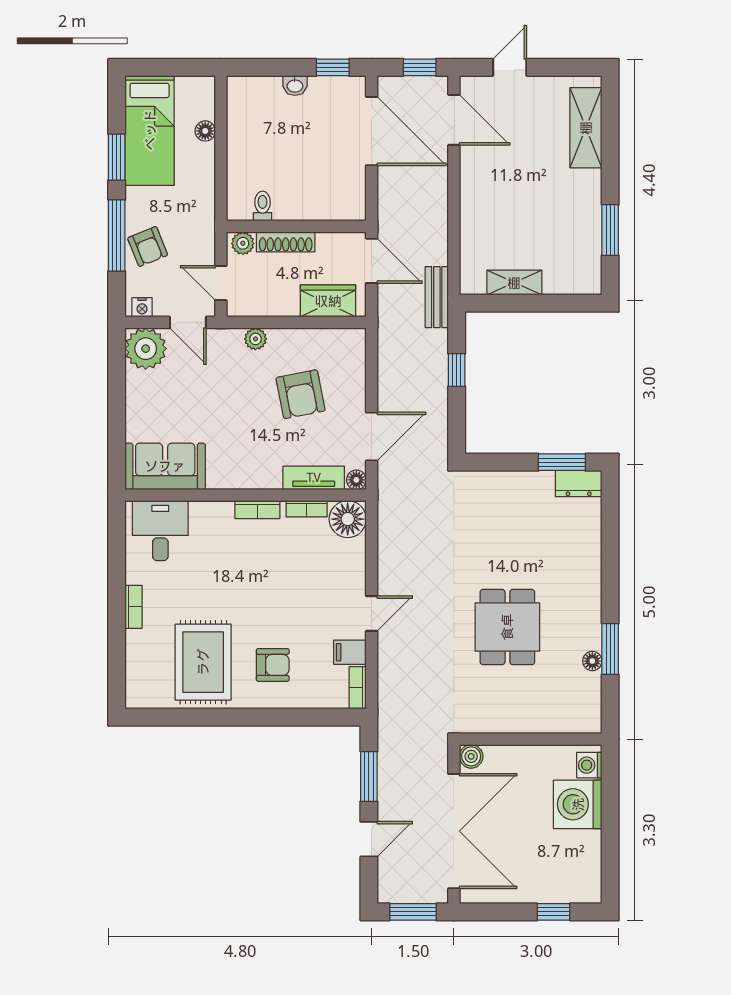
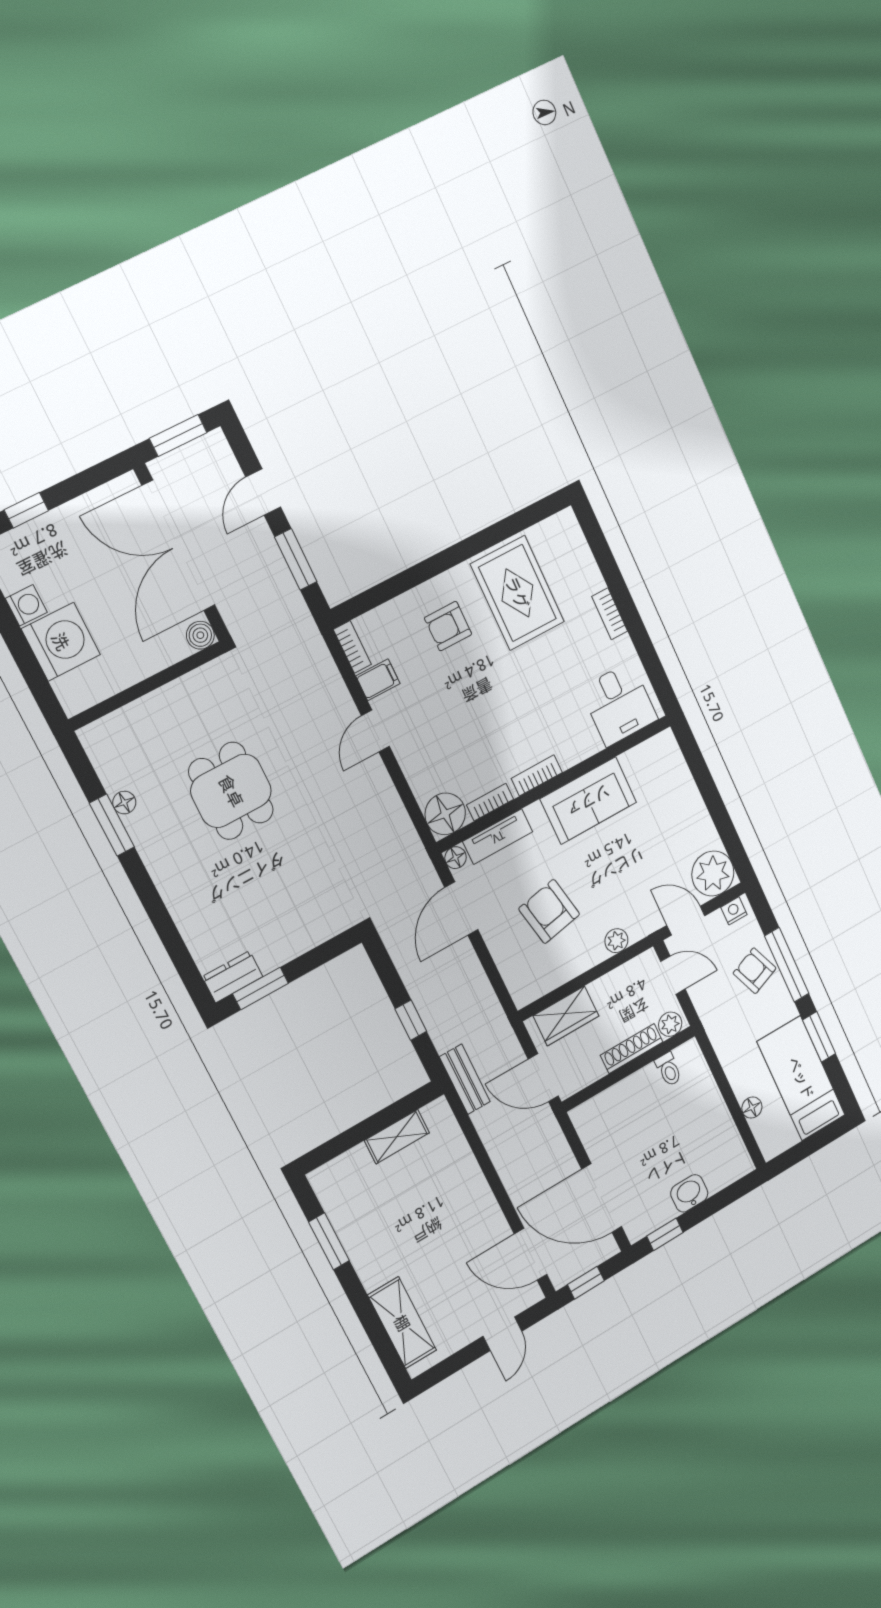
washbasin: (295, 85) -> (689, 1193), width x1.38, depth x1.45
sofa: (165, 466) -> (588, 801), moved
washing machine: (589, 765) -> (26, 605), moved

